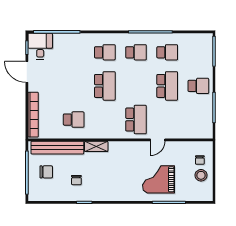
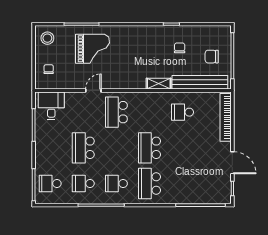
desk: (40, 46) -> (51, 106), moved, turned 180
school desk: (105, 52) -> (149, 184), width x1.85
school desk: (198, 86) -> (50, 184), moved
stool: (201, 175) -> (47, 38), moved

